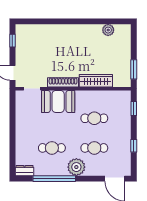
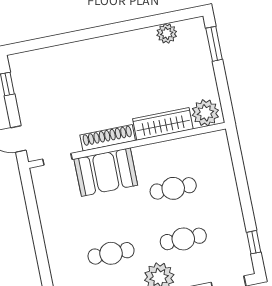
window: (134, 69) -> (214, 44), moved
plant: (121, 79) -> (205, 113), added
window: (134, 109) -> (237, 158), removed
window: (134, 146) -> (254, 242), moved

